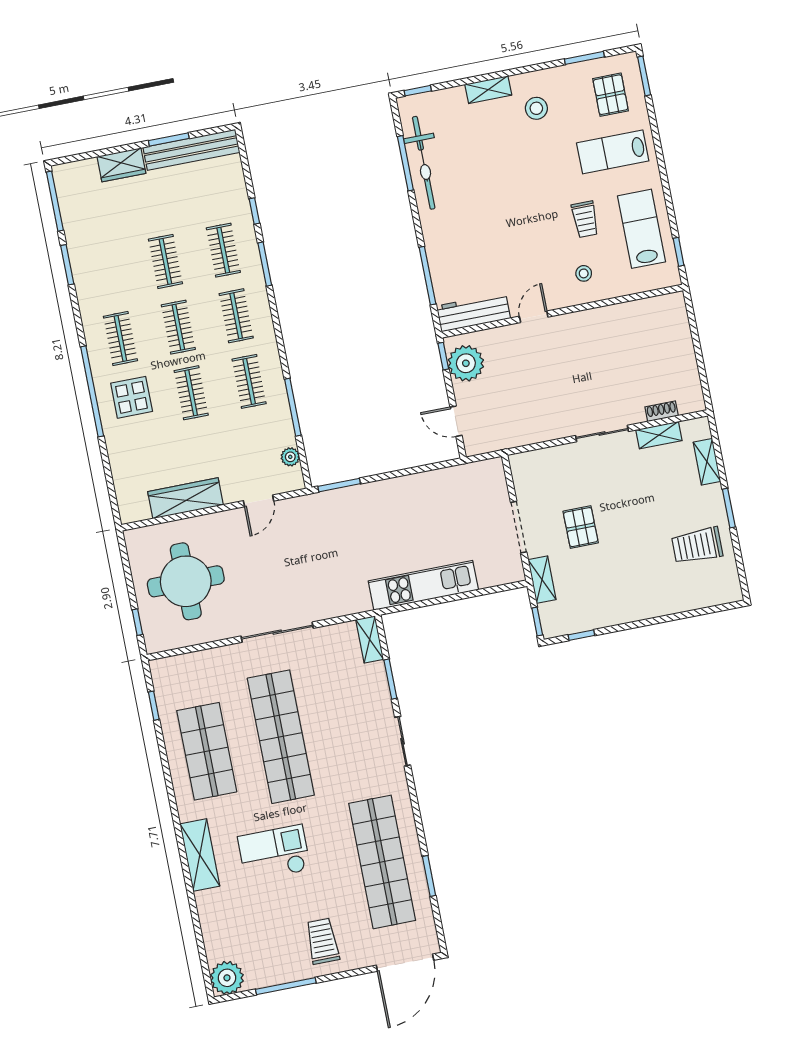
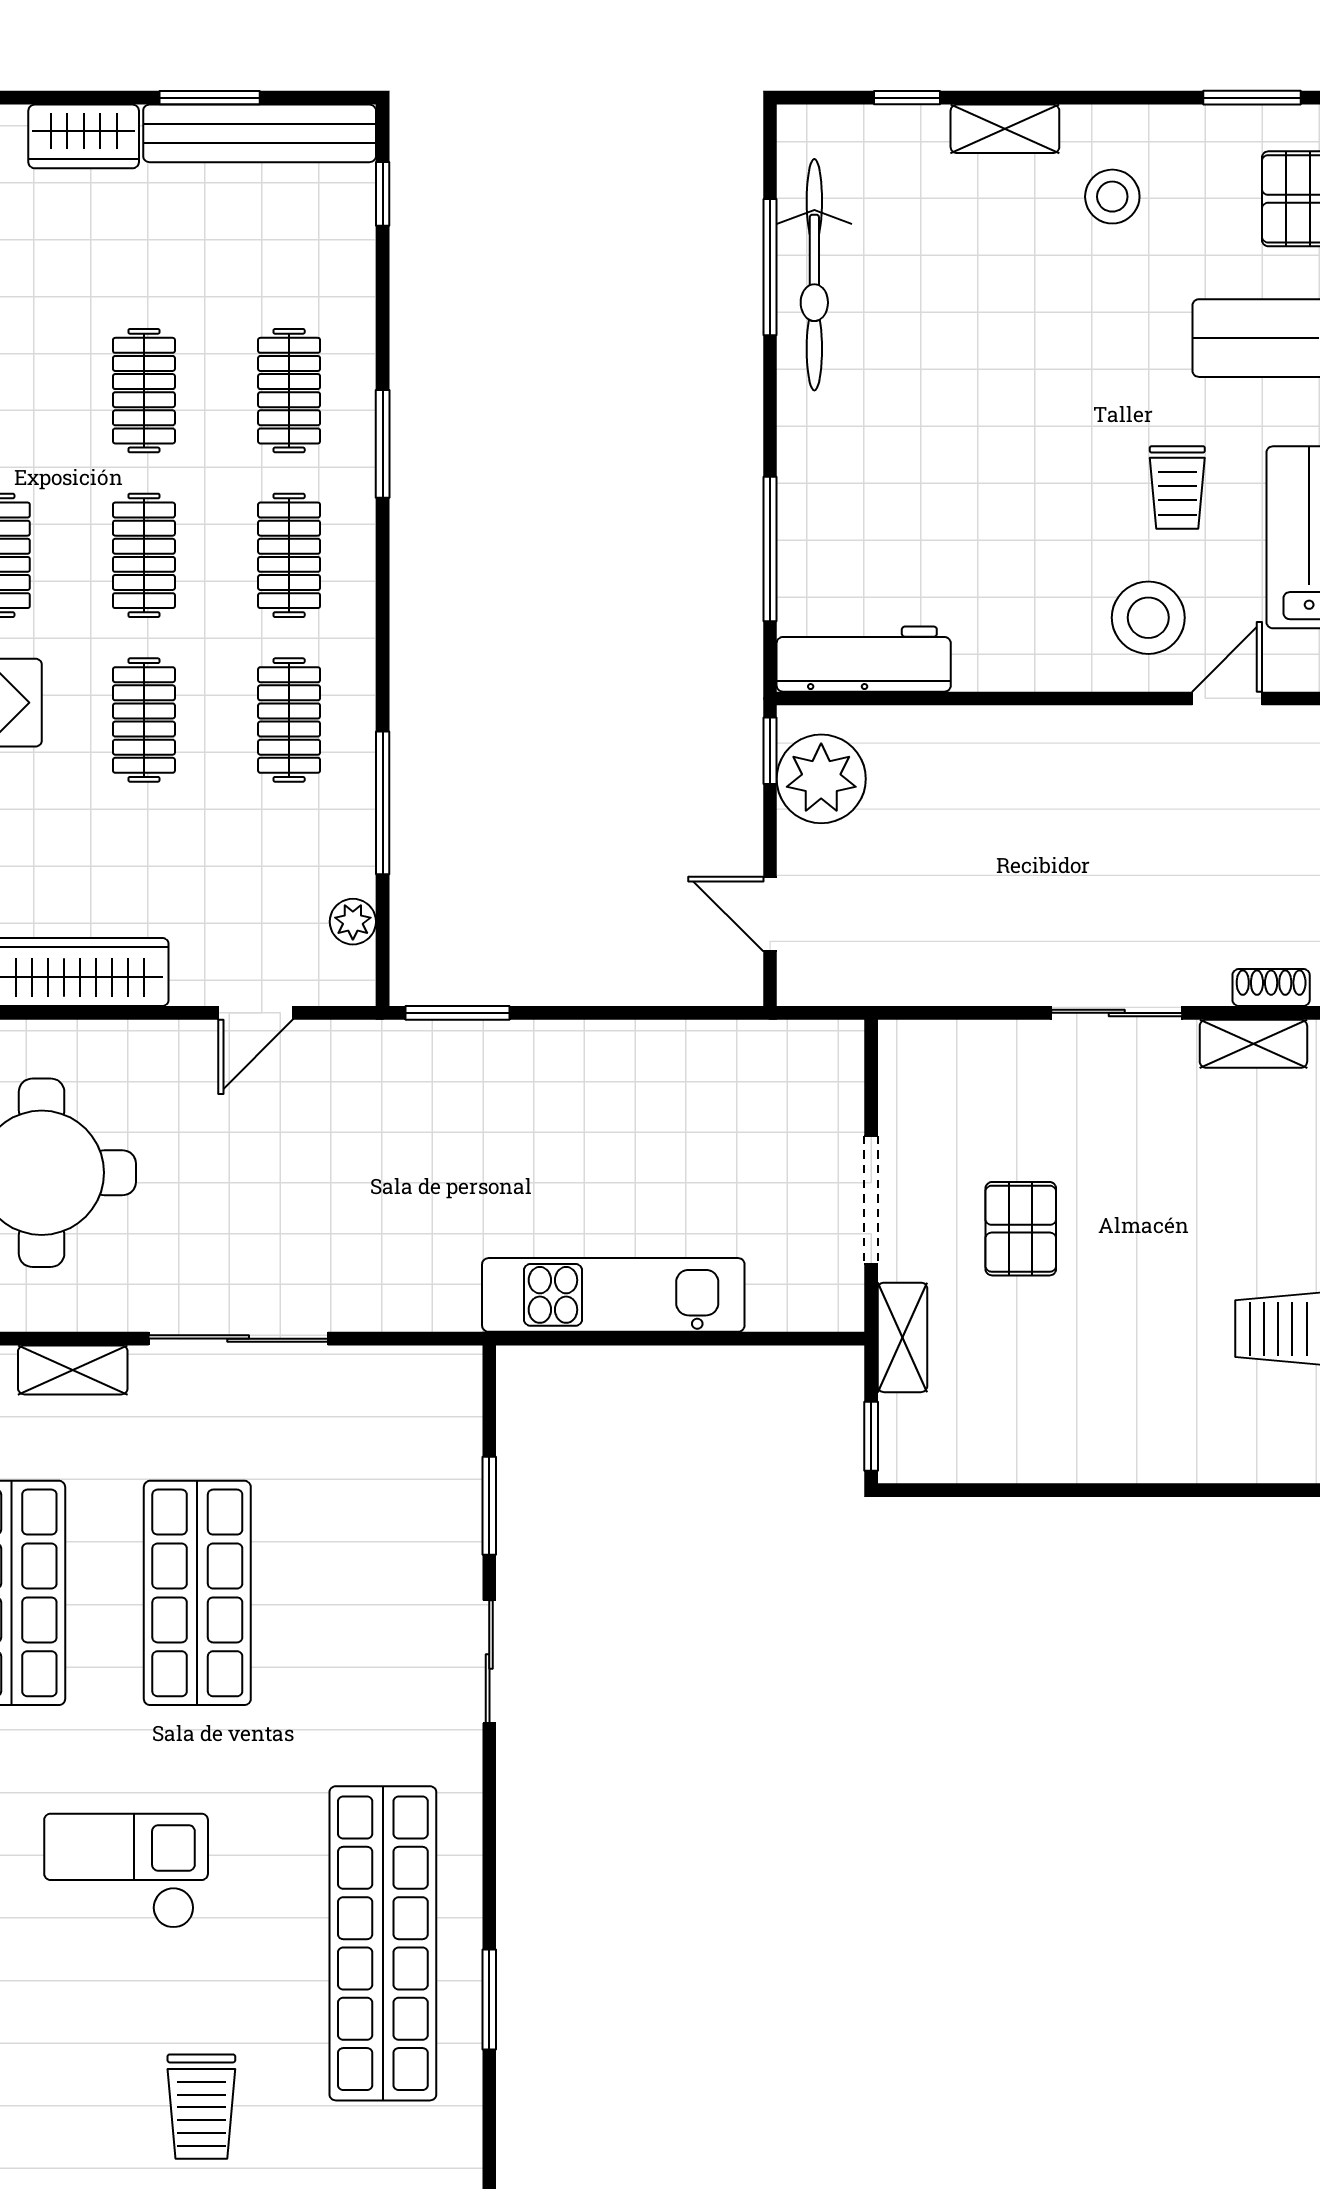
window: (418, 91) -> (907, 98), moved
window: (254, 211) -> (383, 194), moved
stool: (584, 273) -> (1148, 618), width x1.89, depth x1.89
door: (534, 317) -> (1227, 698), moved
window: (581, 635) -> (971, 1490), removed
shelving: (370, 639) -> (73, 1370), moved, turned 90
shop shelf: (281, 737) -> (197, 1593), width x0.71
trolley: (323, 941) -> (201, 2107), turned 180

